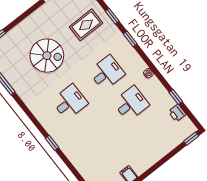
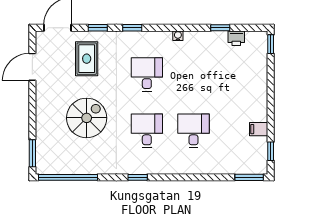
desk: (131, 104) -> (193, 131), moved
window: (52, 143) -> (138, 177), moved

